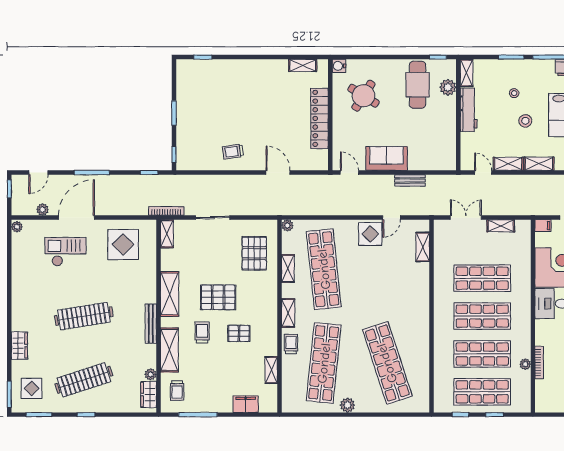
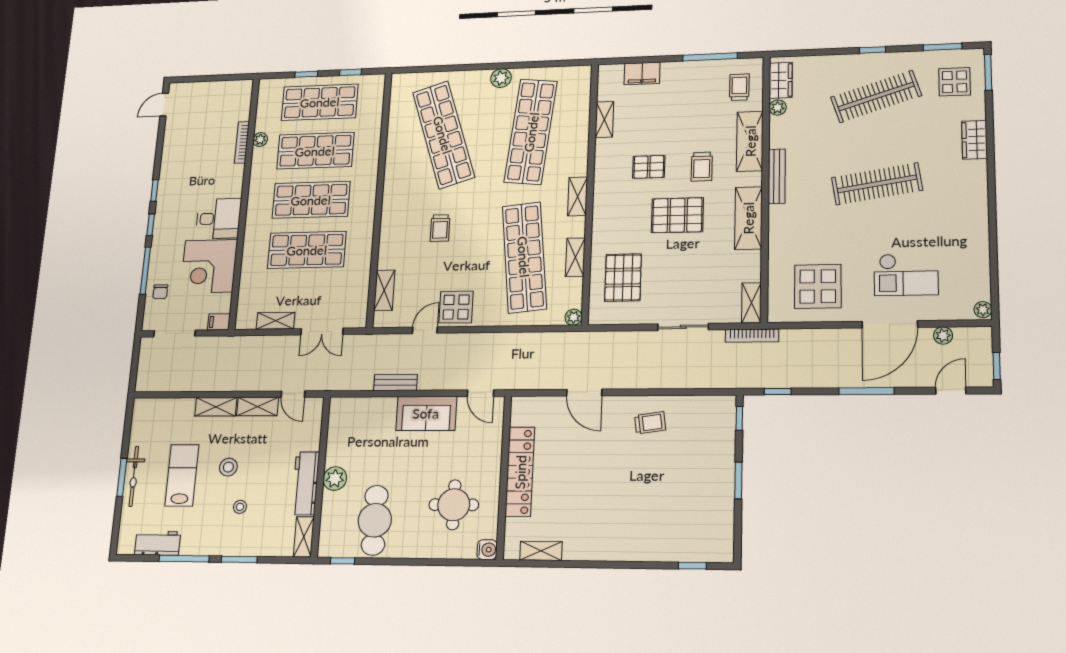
plant: (448, 87) -> (335, 479), moved
round table: (364, 96) -> (454, 505), turned -32
trolley: (291, 344) -> (440, 228), moved

